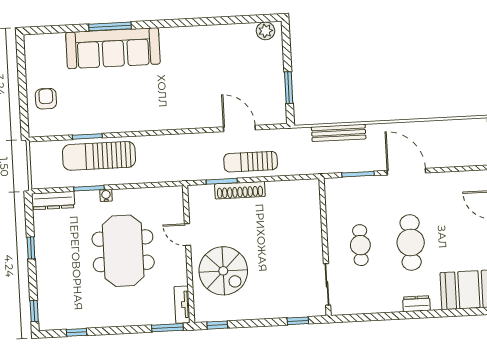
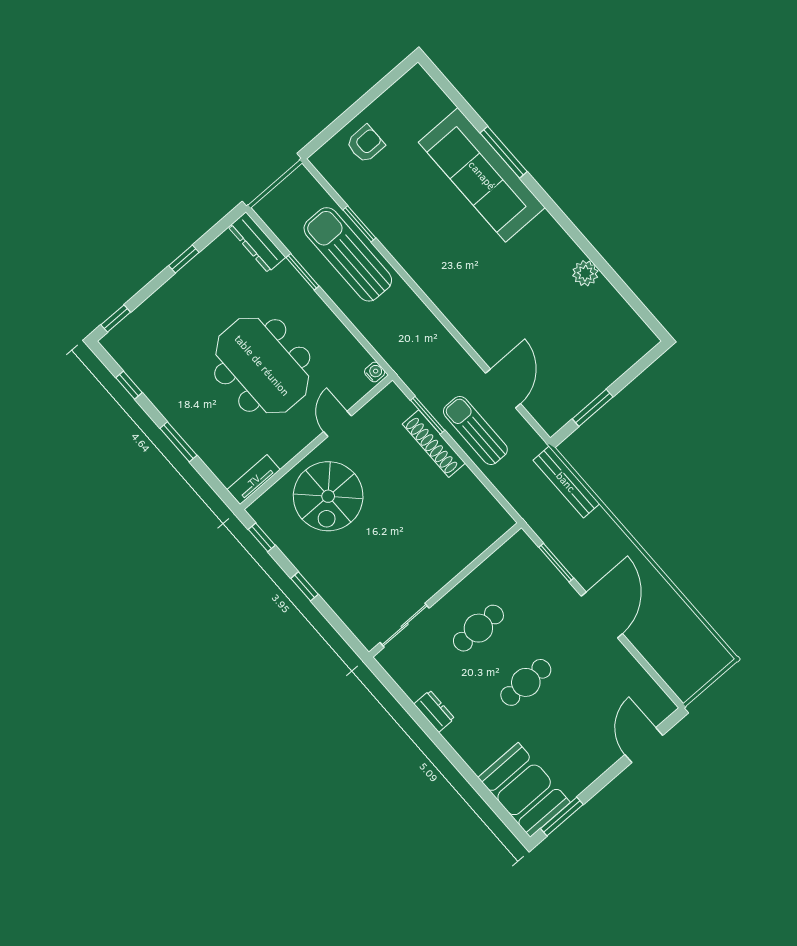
plant: (266, 31) -> (585, 273), moved
bench: (339, 133) -> (566, 482), moved
water cooler: (106, 195) -> (375, 372), moved
cafe table: (411, 242) -> (526, 682), width x0.73, depth x0.74
meeting table: (123, 251) -> (262, 365), turned 90
dresser: (416, 304) -> (434, 711), moved
window: (298, 321) -> (304, 586), moved
window: (167, 328) -> (178, 442), moved

